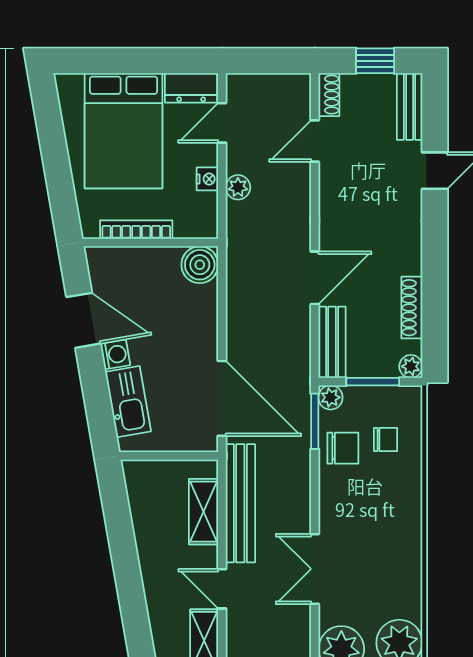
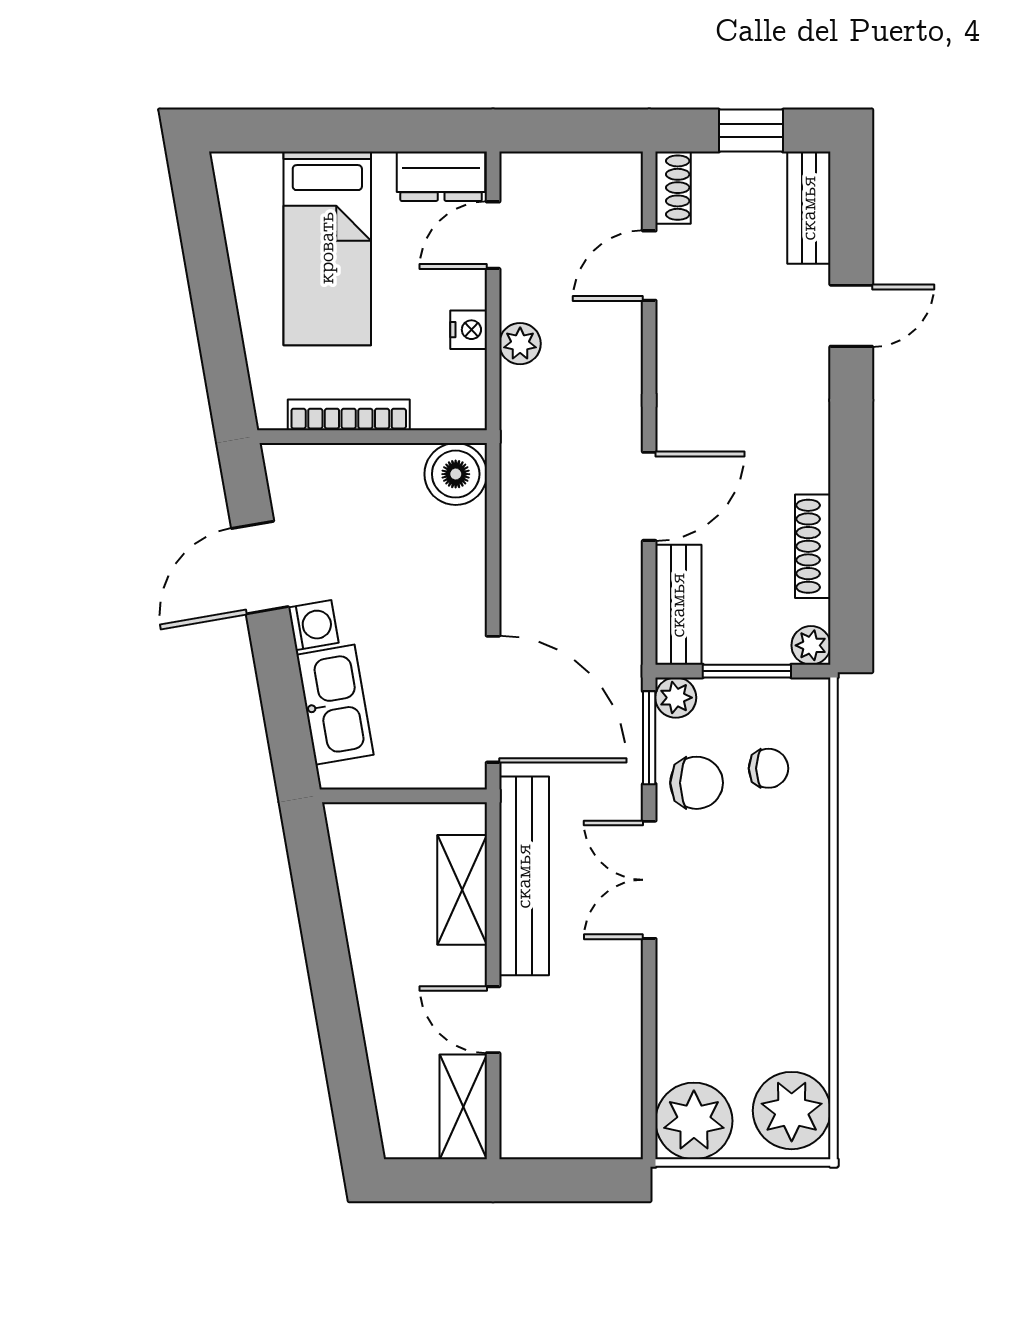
bed: (124, 131) -> (327, 248), width x0.67
door: (84, 320) -> (260, 568), swing flipped
double door: (315, 569) -> (649, 880), moved

